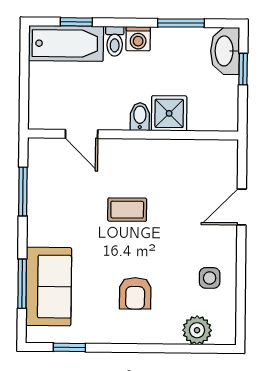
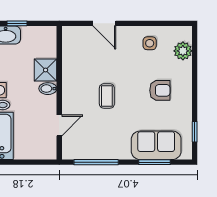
window: (23, 192) -> (96, 162), width x1.44

